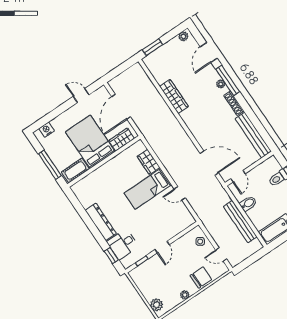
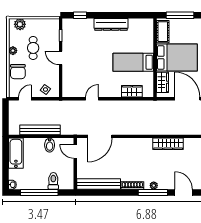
bed: (148, 189) -> (133, 62), moved, turned -90
desk: (123, 244) -> (83, 30), removed
cafe table: (170, 278) -> (33, 48), added

